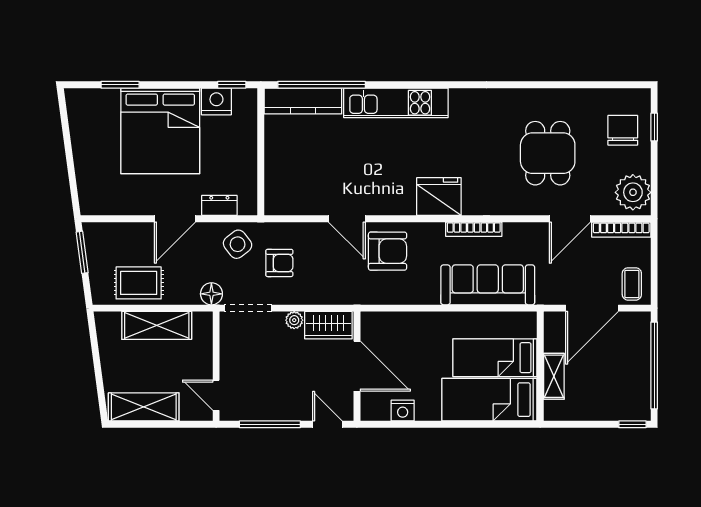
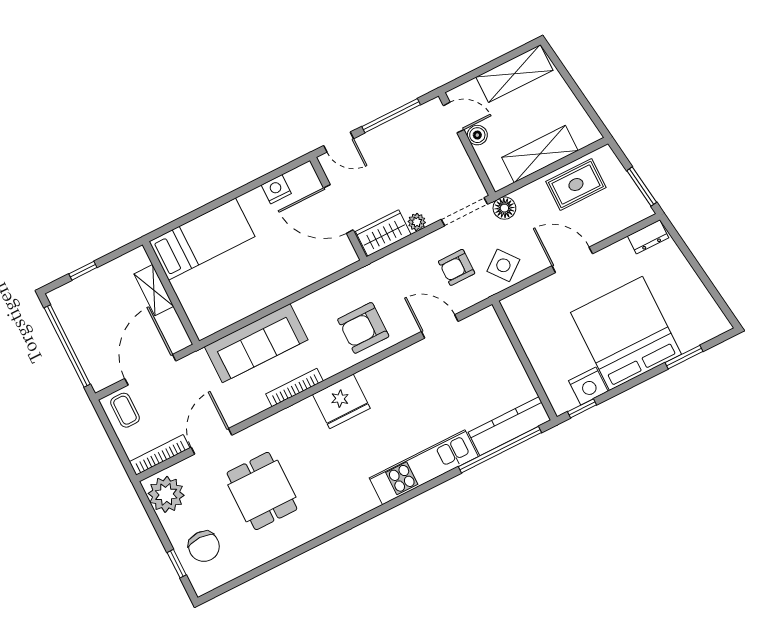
dresser: (219, 205) -> (648, 237), moved
door: (175, 219) -> (572, 260), hinge flipped
door: (347, 219) -> (440, 326), moved
bed: (495, 358) -> (216, 280), removed
boiler: (203, 369) -> (477, 135), added
window: (632, 424) -> (83, 271), moved

